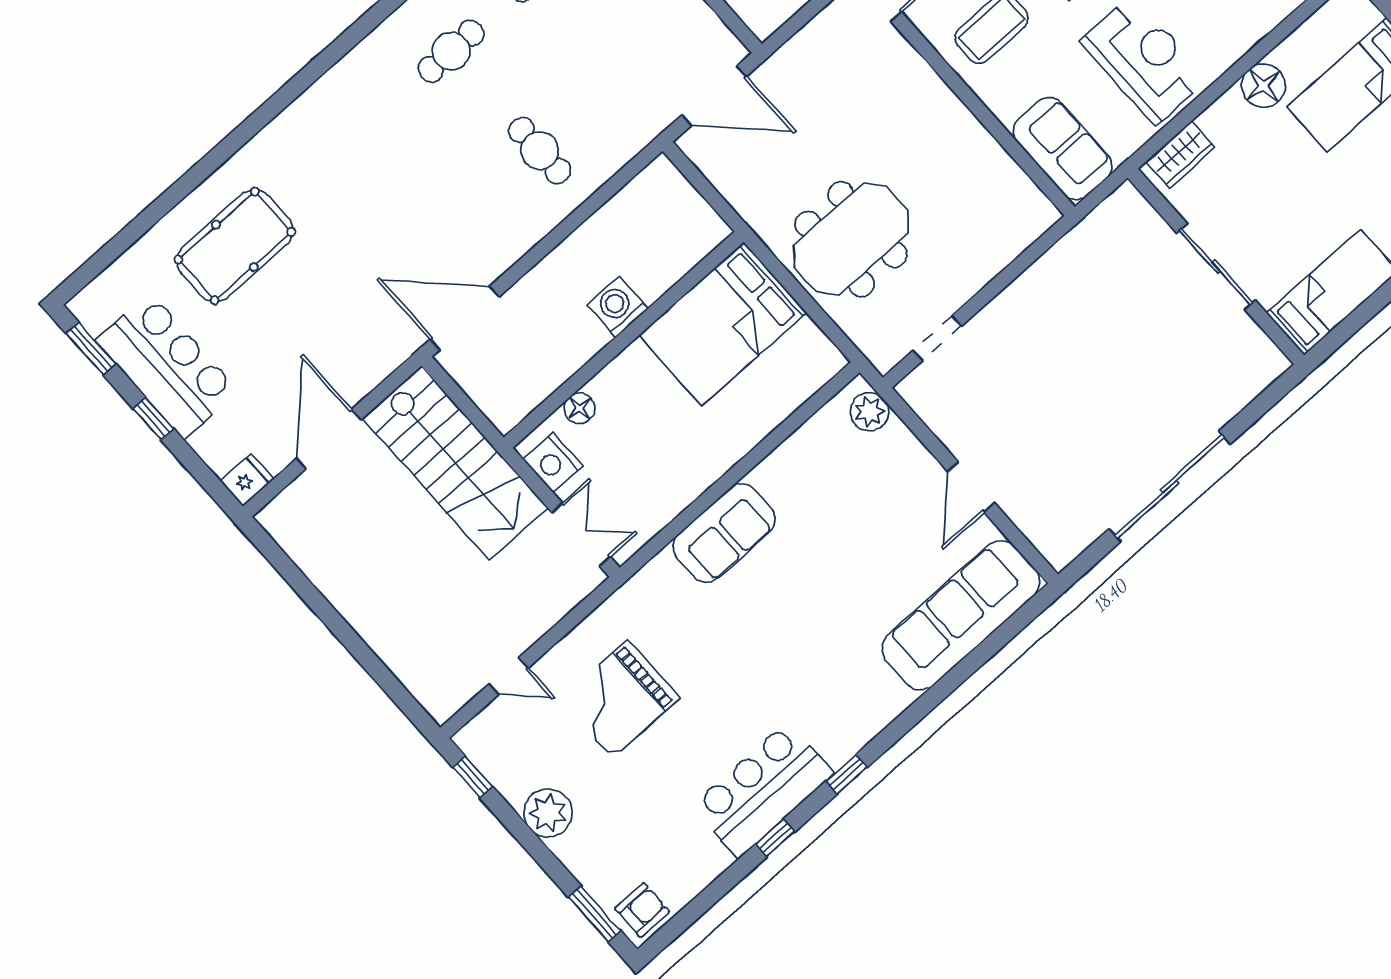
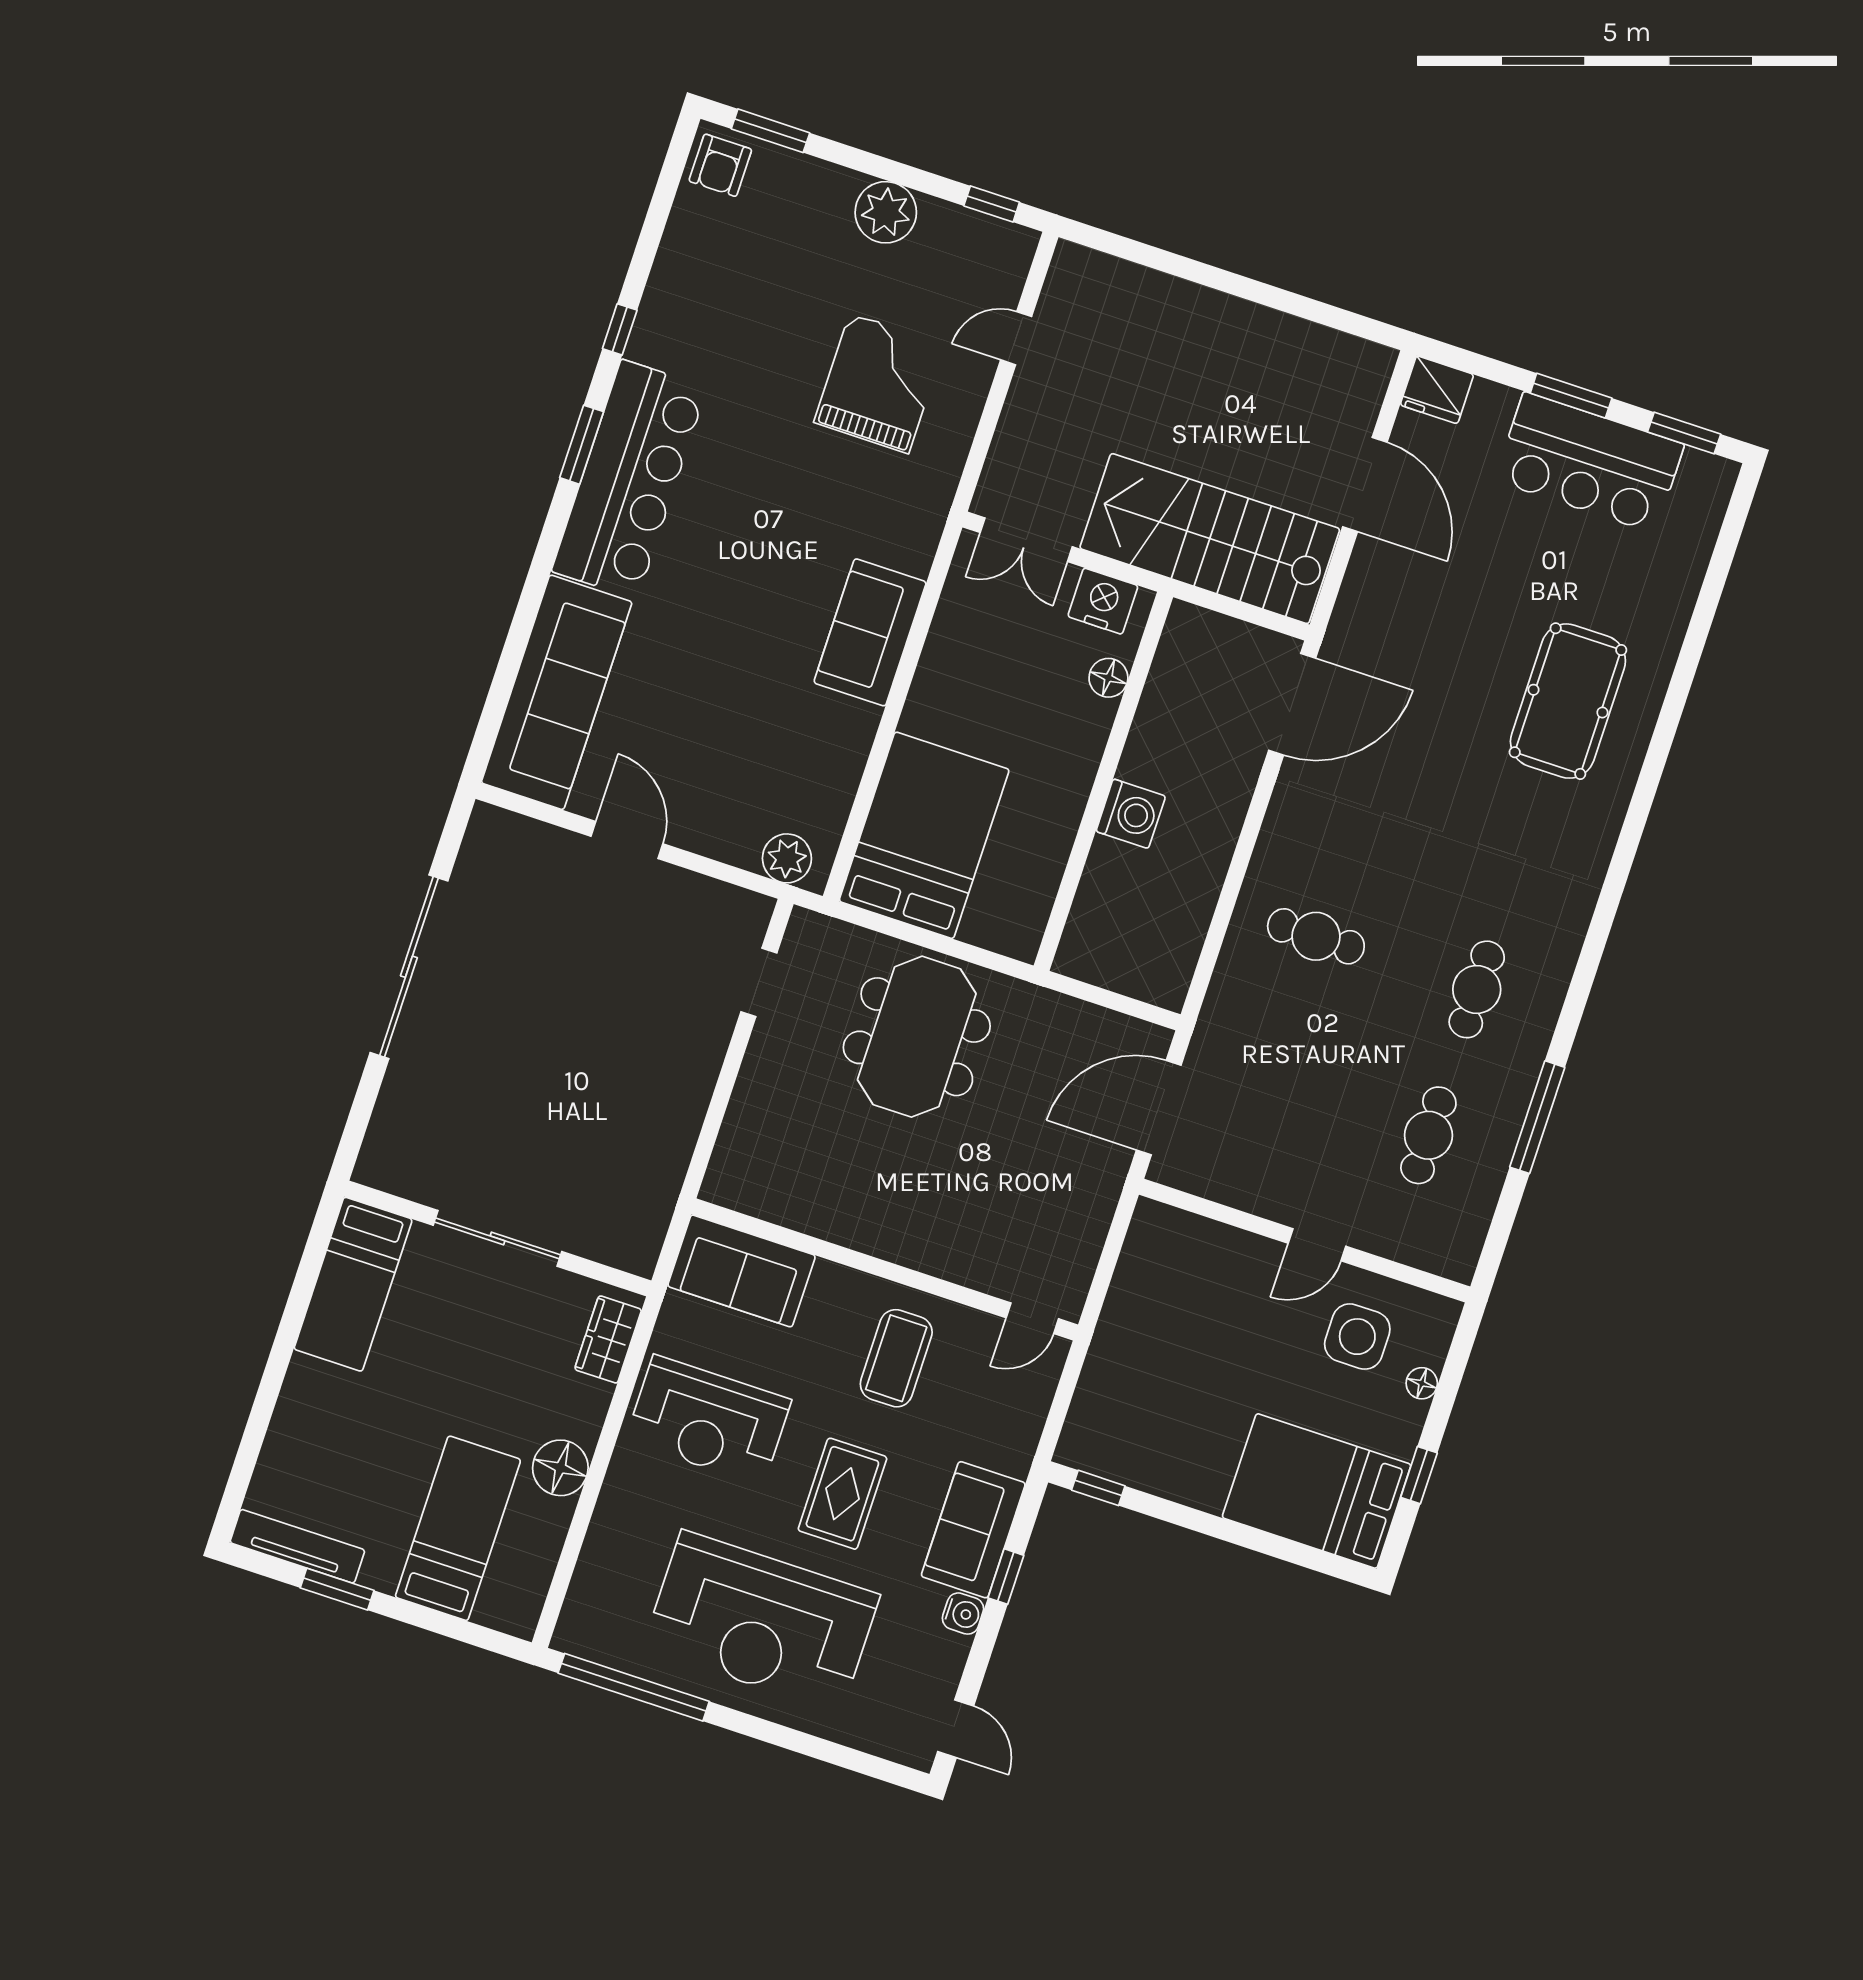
pool table: (235, 246) -> (1568, 701), moved
bed: (723, 324) -> (924, 835), moved
window: (153, 419) -> (1571, 396), width x1.50
fridge: (247, 480) -> (1437, 390), width x1.38
window: (847, 774) -> (582, 445), width x1.50
bar counter: (763, 790) -> (629, 479), moved, width x1.36

